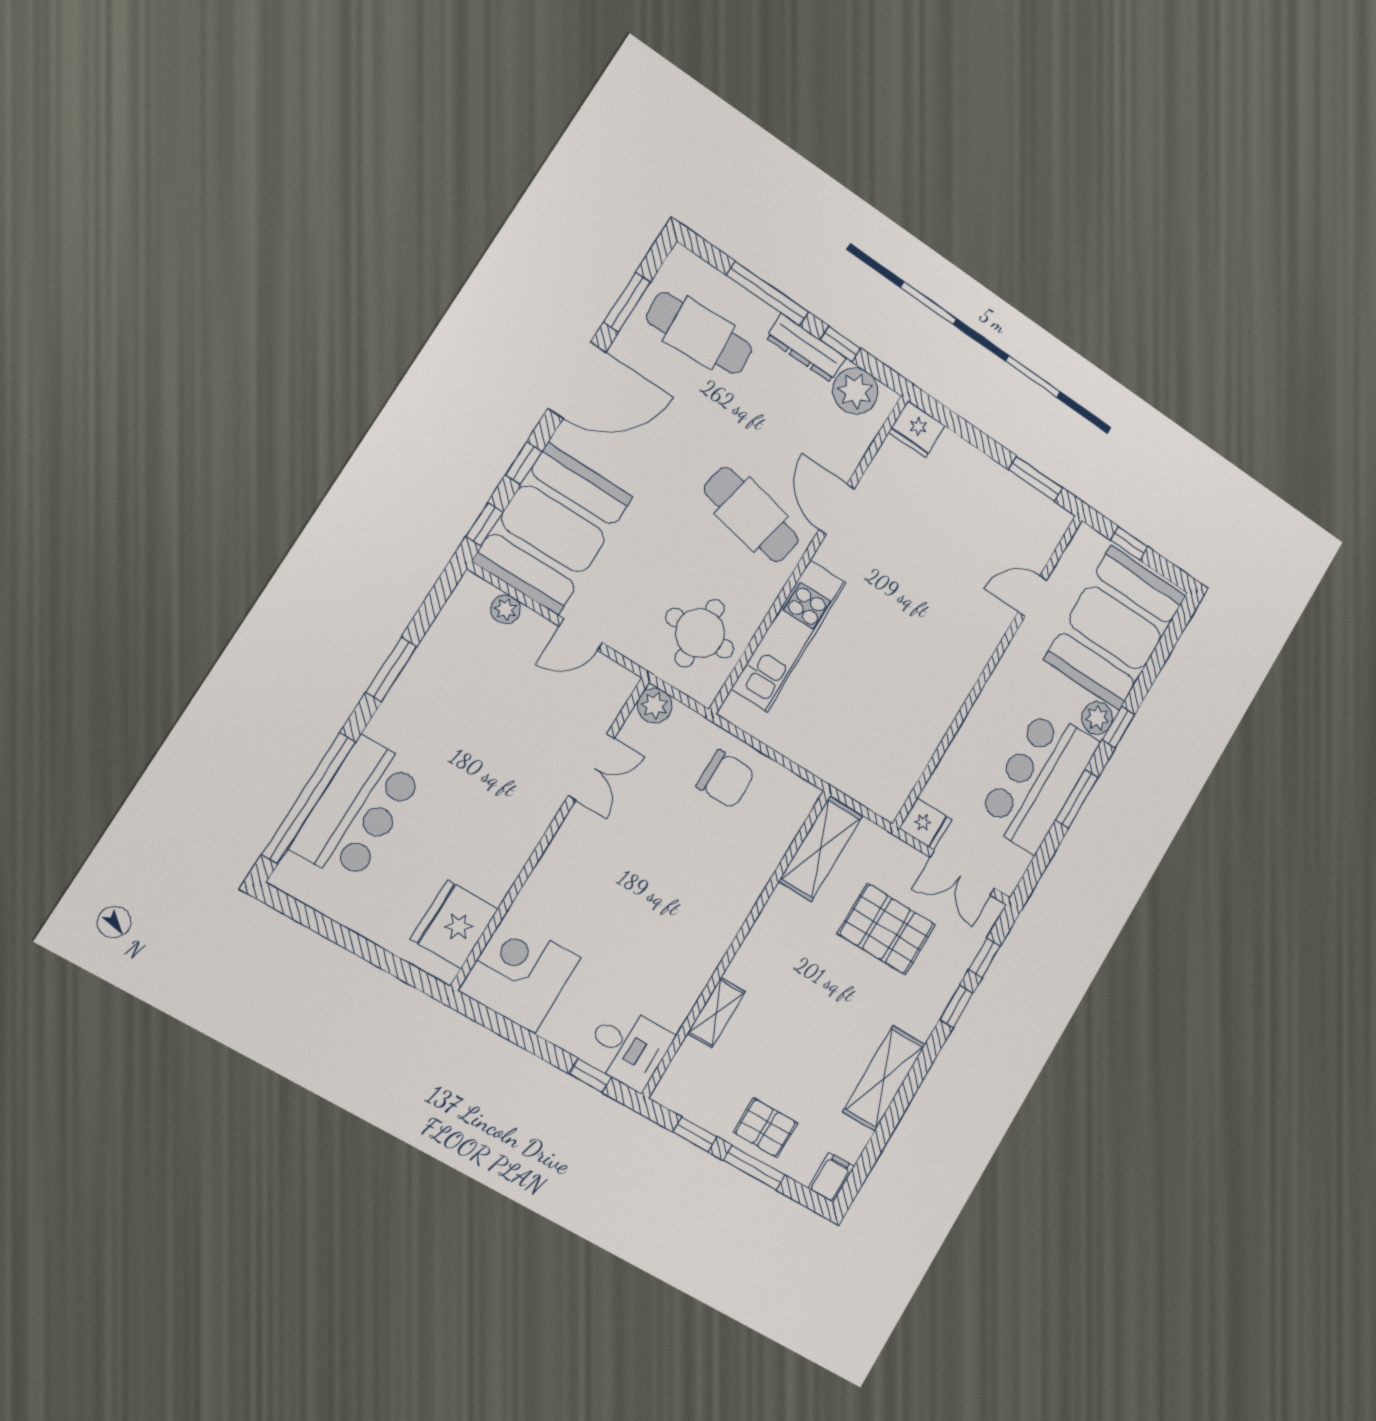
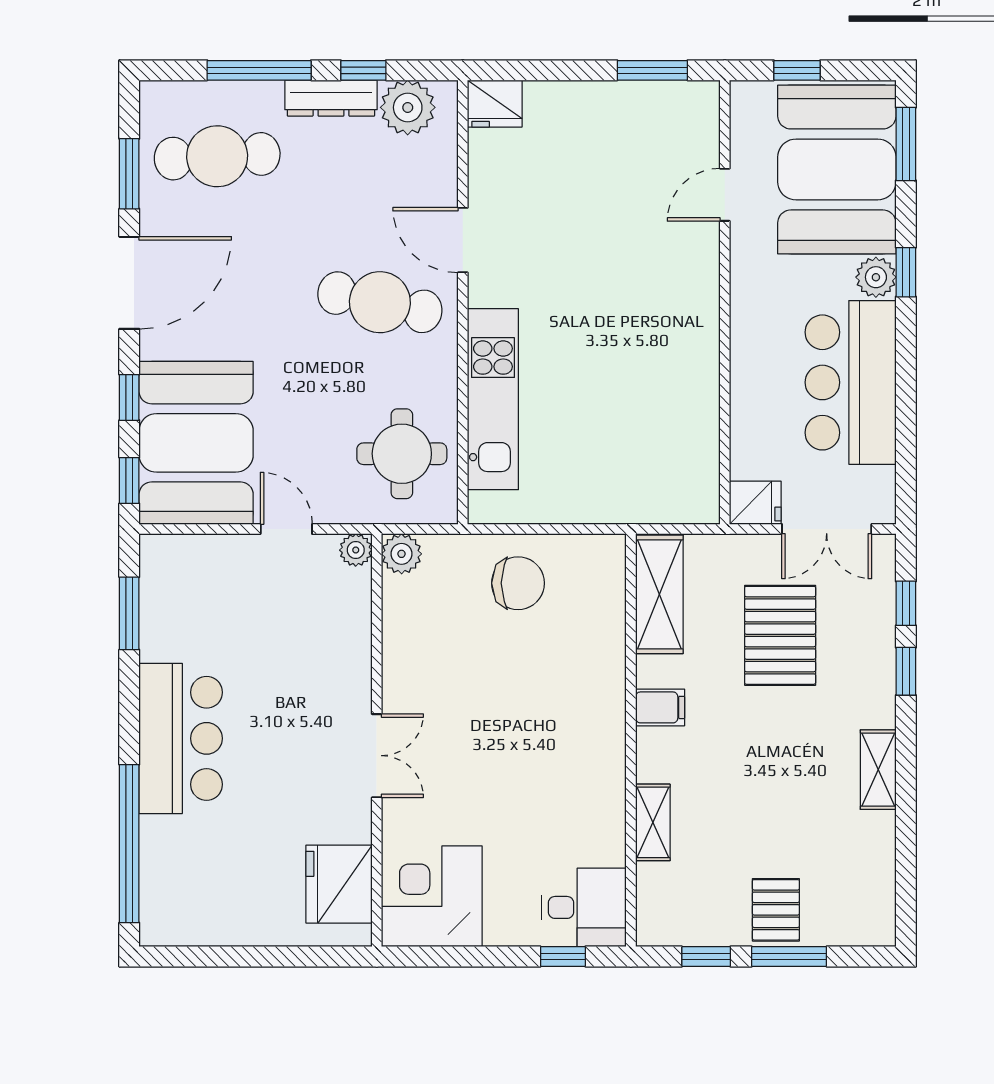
plant: (506, 609) -> (356, 550), moved
door: (581, 635) -> (286, 529), swing flipped
window: (391, 669) -> (129, 613), moved
double door: (591, 767) -> (377, 756), moved
window: (1077, 799) -> (906, 144), moved
bar counter: (357, 810) -> (181, 738), moved
pallet: (886, 929) -> (780, 635), turned 90
shelving: (884, 1078) -> (878, 770), width x0.67, depth x0.75
pallet: (765, 1128) -> (776, 910), turned 90
filing cabinet: (831, 1177) -> (660, 707), moved, turned 90

